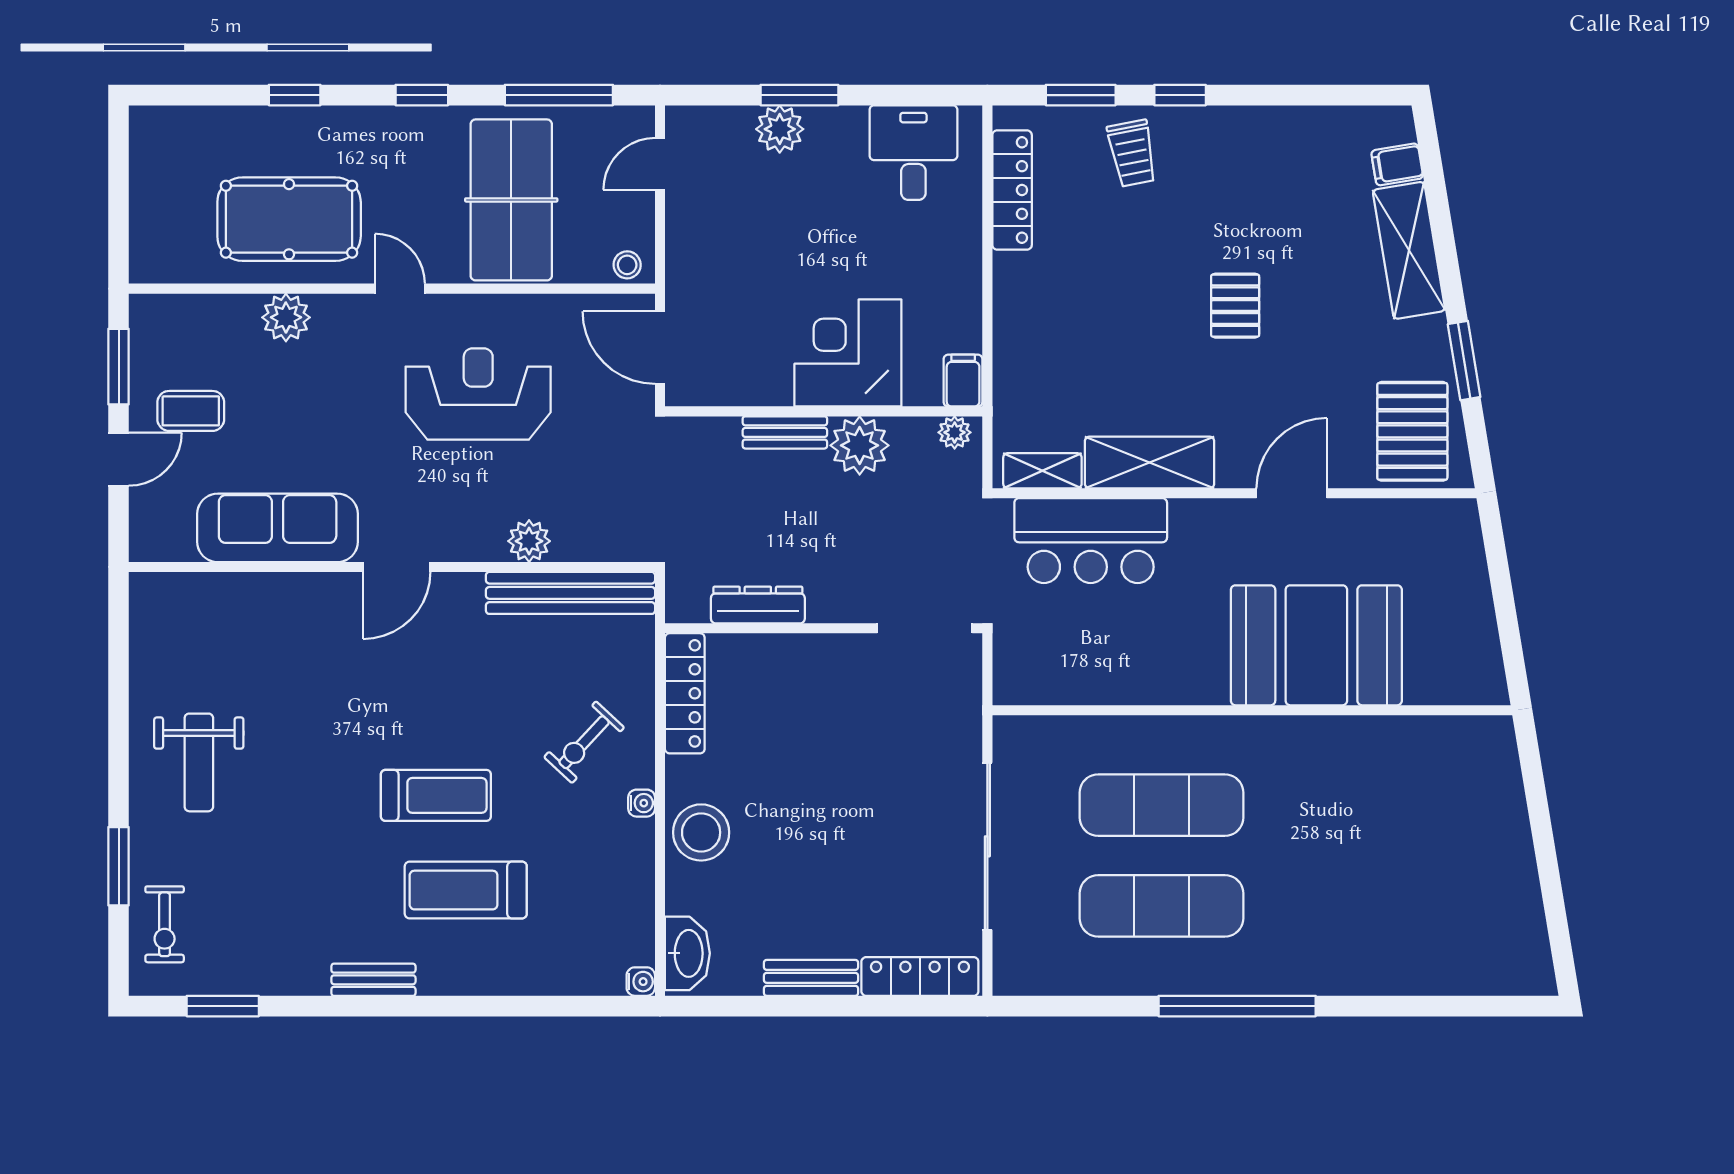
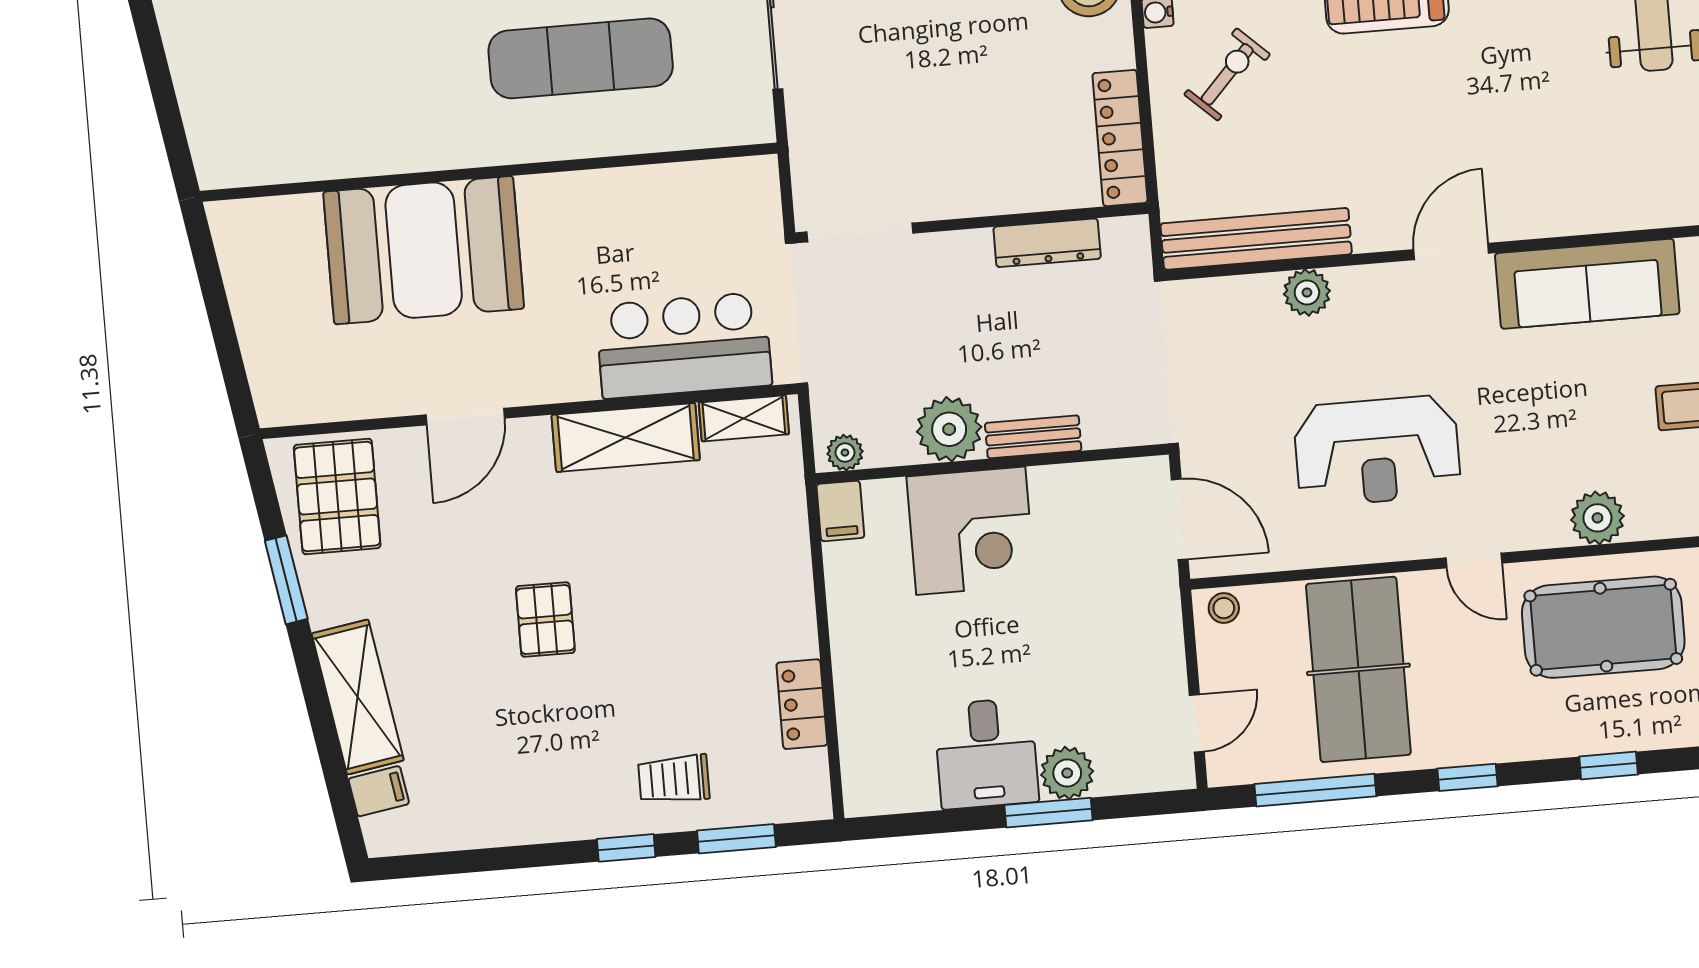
desk: (913, 153) -> (986, 753), moved
trolley: (1132, 153) -> (674, 779), turned -79
locker: (1012, 190) -> (802, 704), width x0.66

